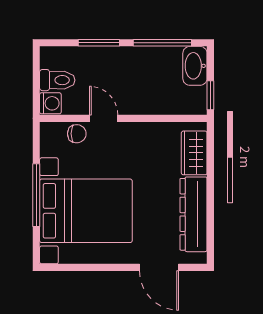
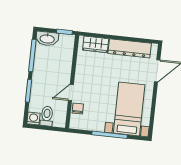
washing machine: (50, 103) -> (33, 119), moved
bed with nightstands: (86, 211) -> (129, 109), width x0.73

